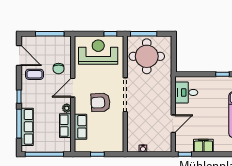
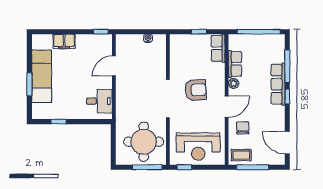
coffee table: (35, 74) -> (241, 155), moved
row of seats: (27, 127) -> (278, 84), moved
row of seats: (80, 127) -> (218, 48), moved
filing cabinet: (203, 146) -> (64, 41), moved

